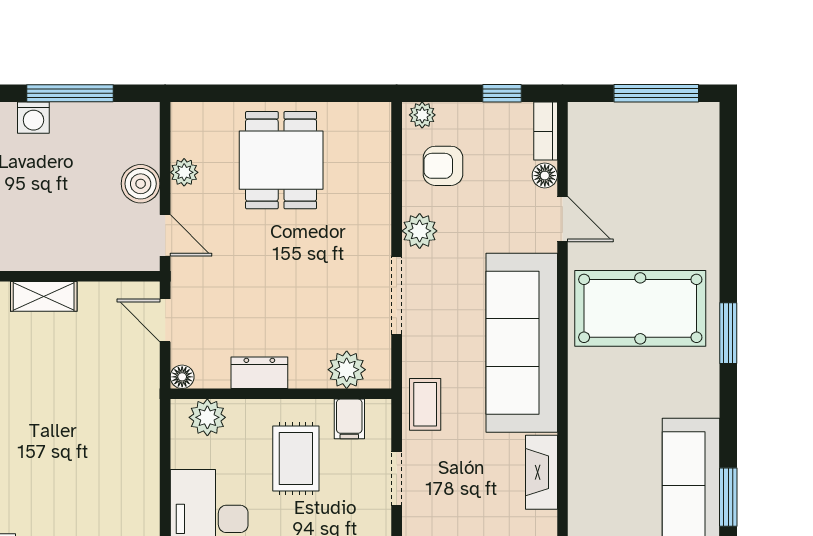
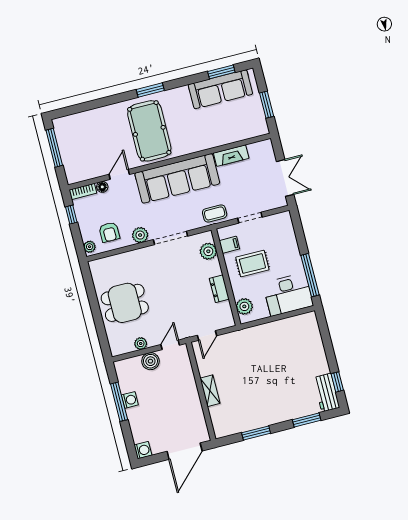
washing machine: (33, 118) -> (130, 400), moved
floor lamp: (182, 377) -> (230, 322), removed

